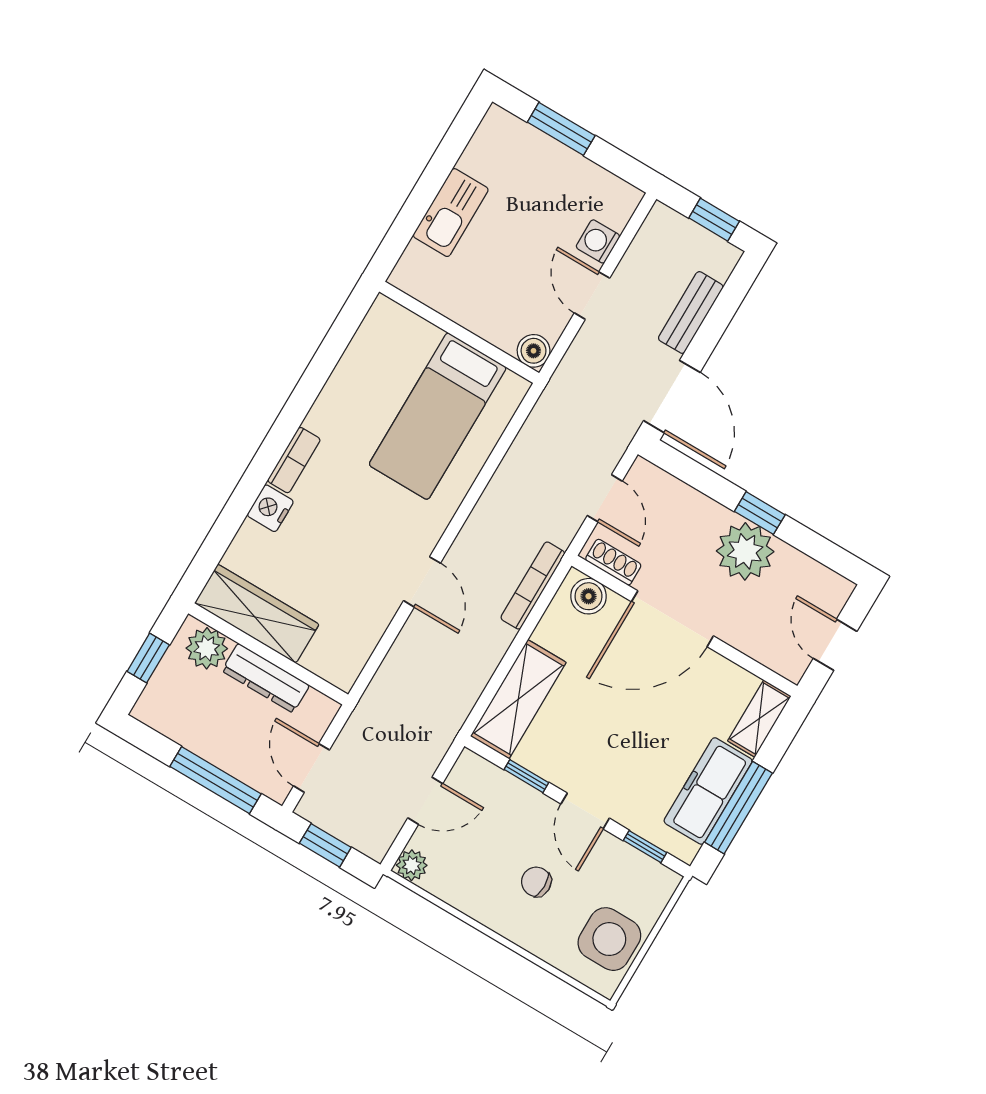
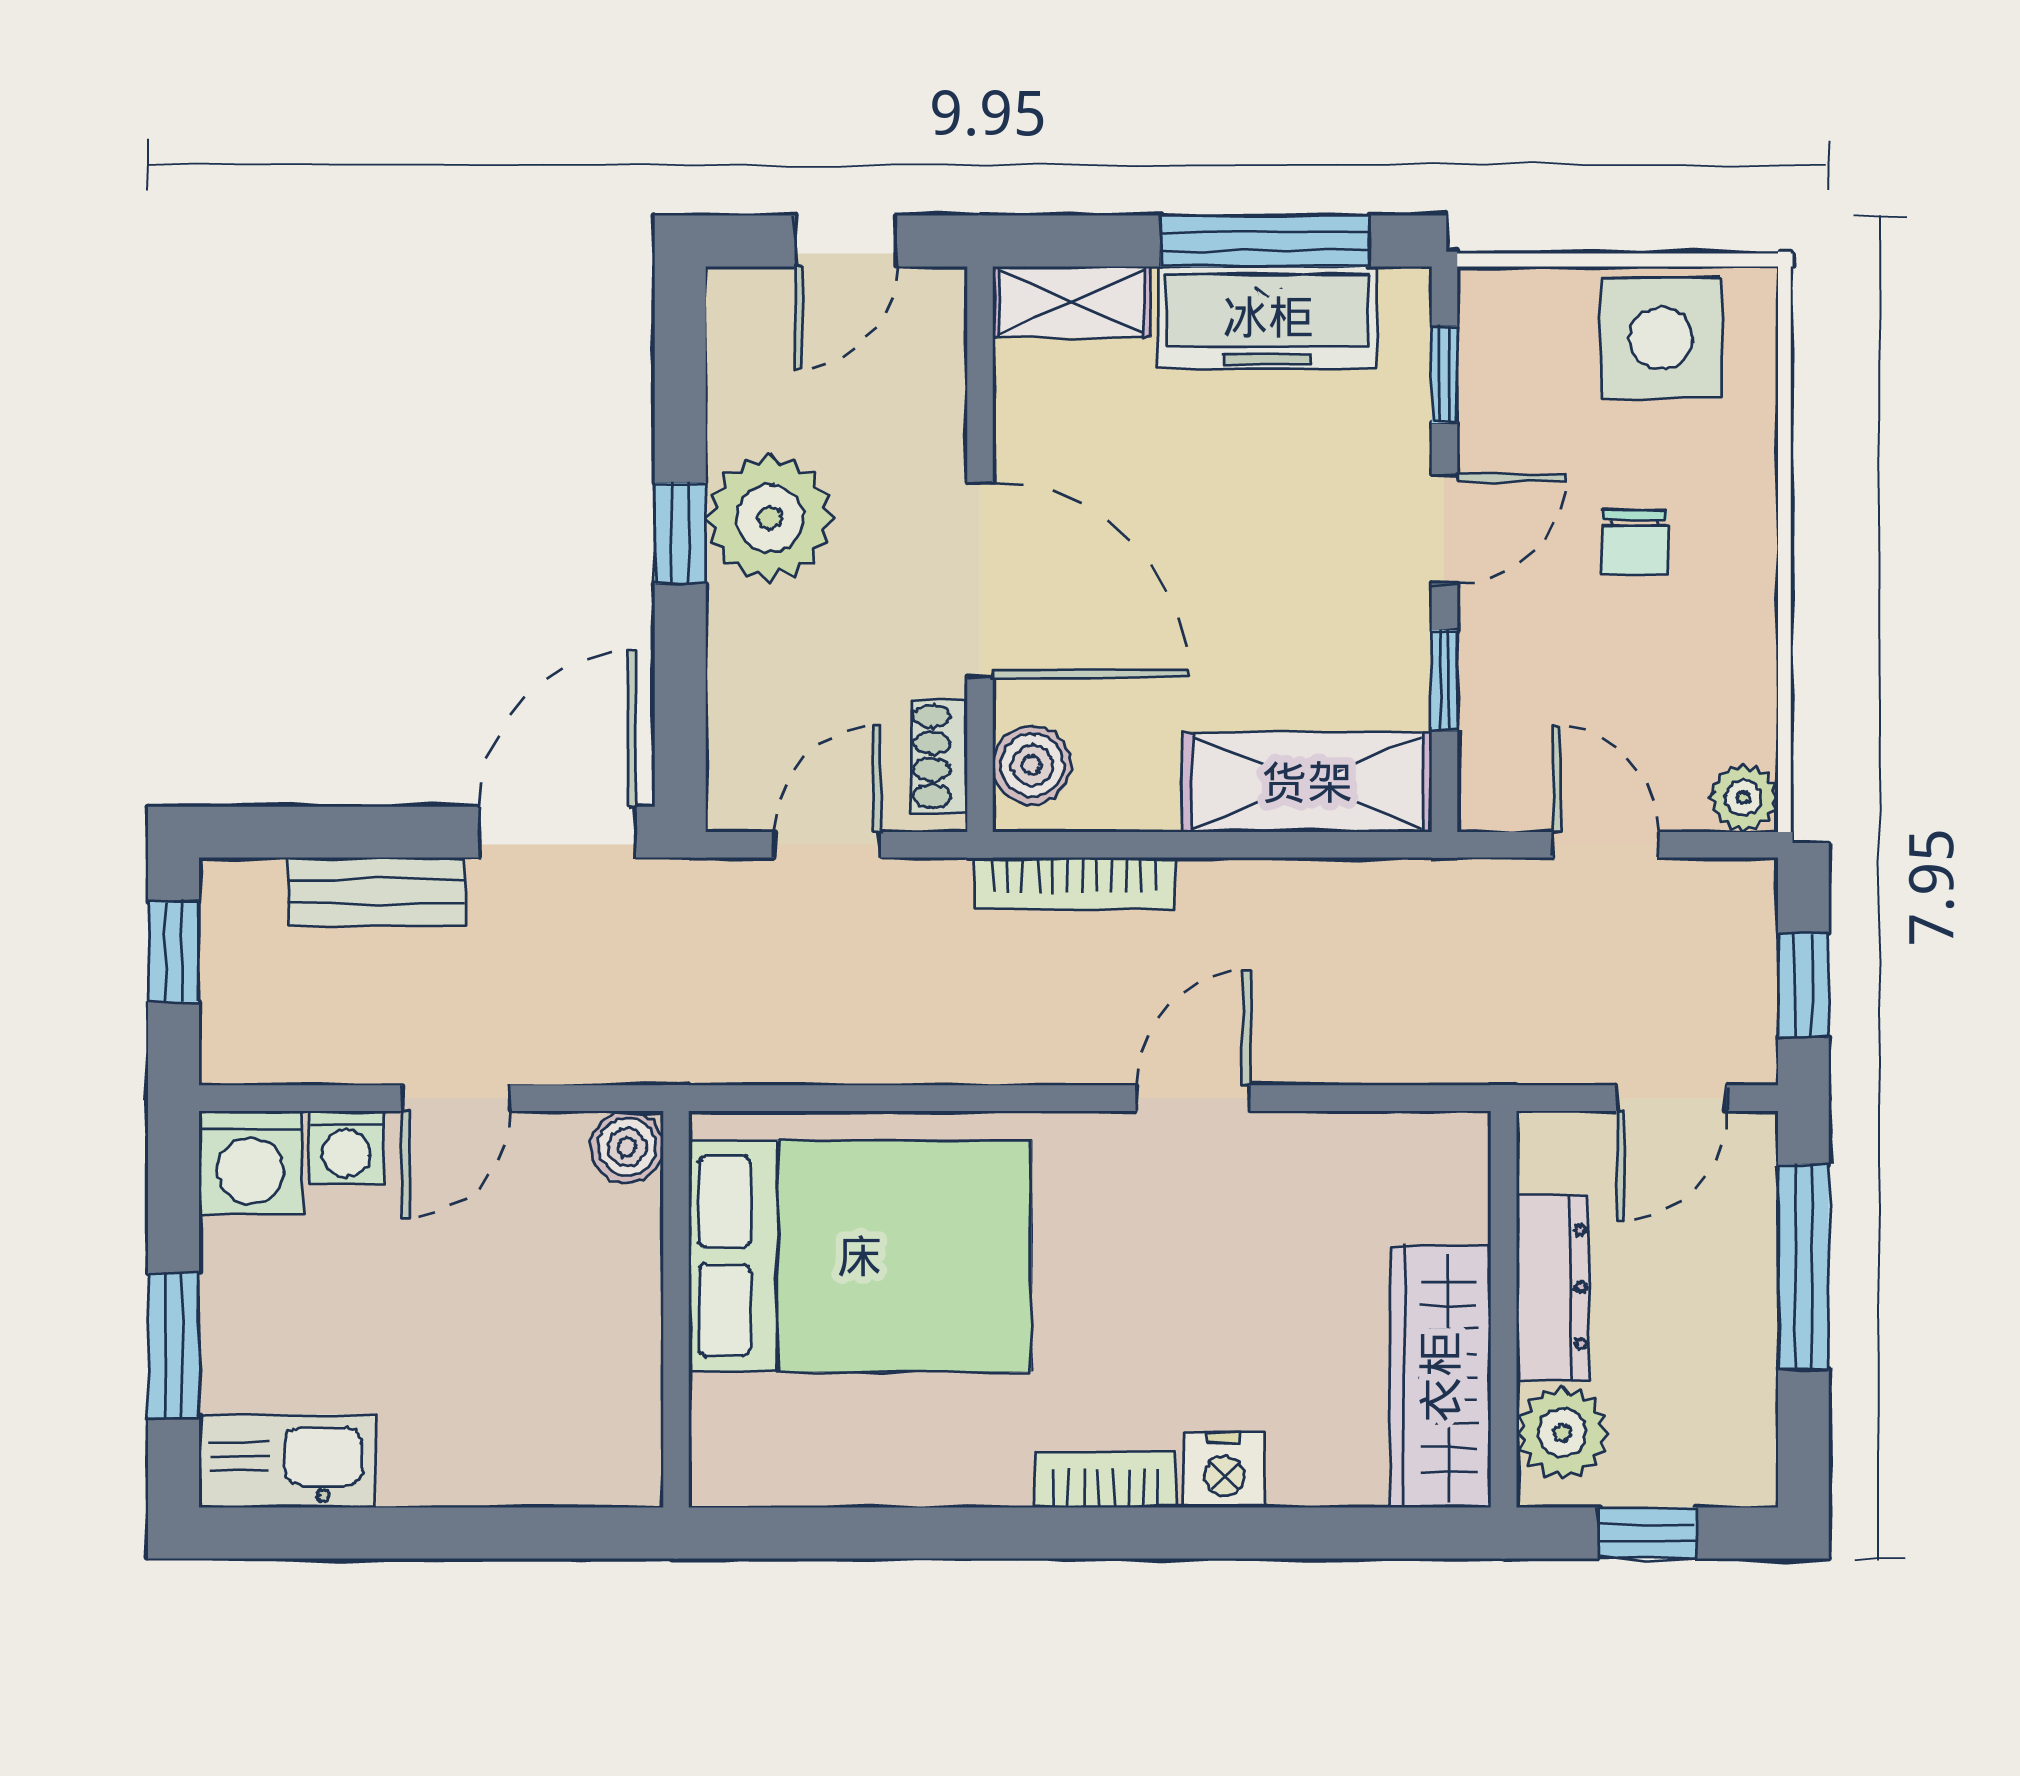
washing machine: (614, 201) -> (251, 1163), added
kitchen sink: (451, 213) -> (288, 1461), moved
bed: (438, 416) -> (860, 1256), width x1.50

